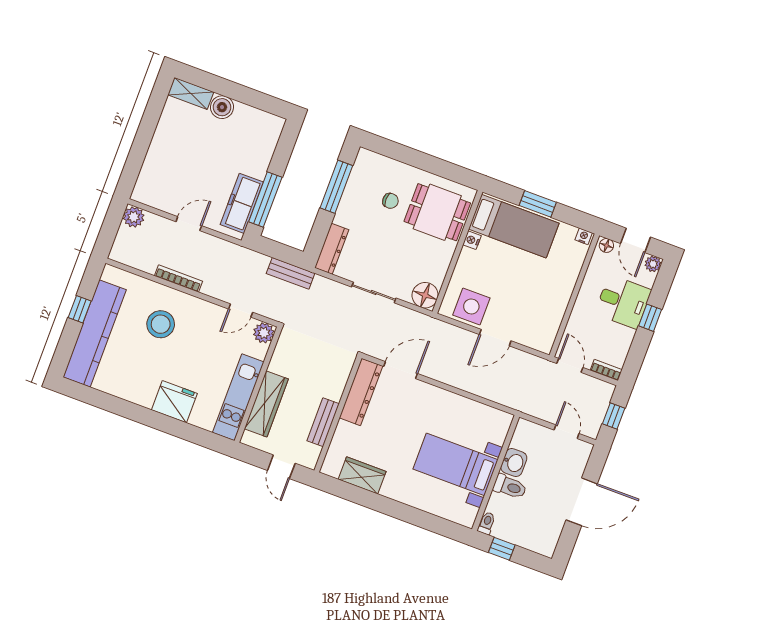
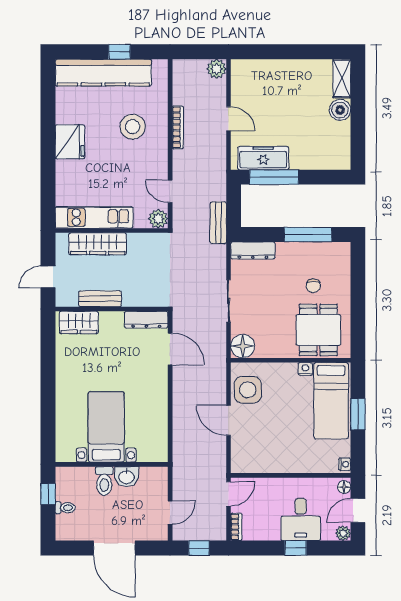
dresser: (361, 392) -> (146, 320), width x0.73, depth x0.80
fridge: (174, 402) -> (70, 142), moved
wardrobe: (362, 475) -> (79, 322), moved, turned 90
toilet: (487, 523) -> (65, 508), moved

